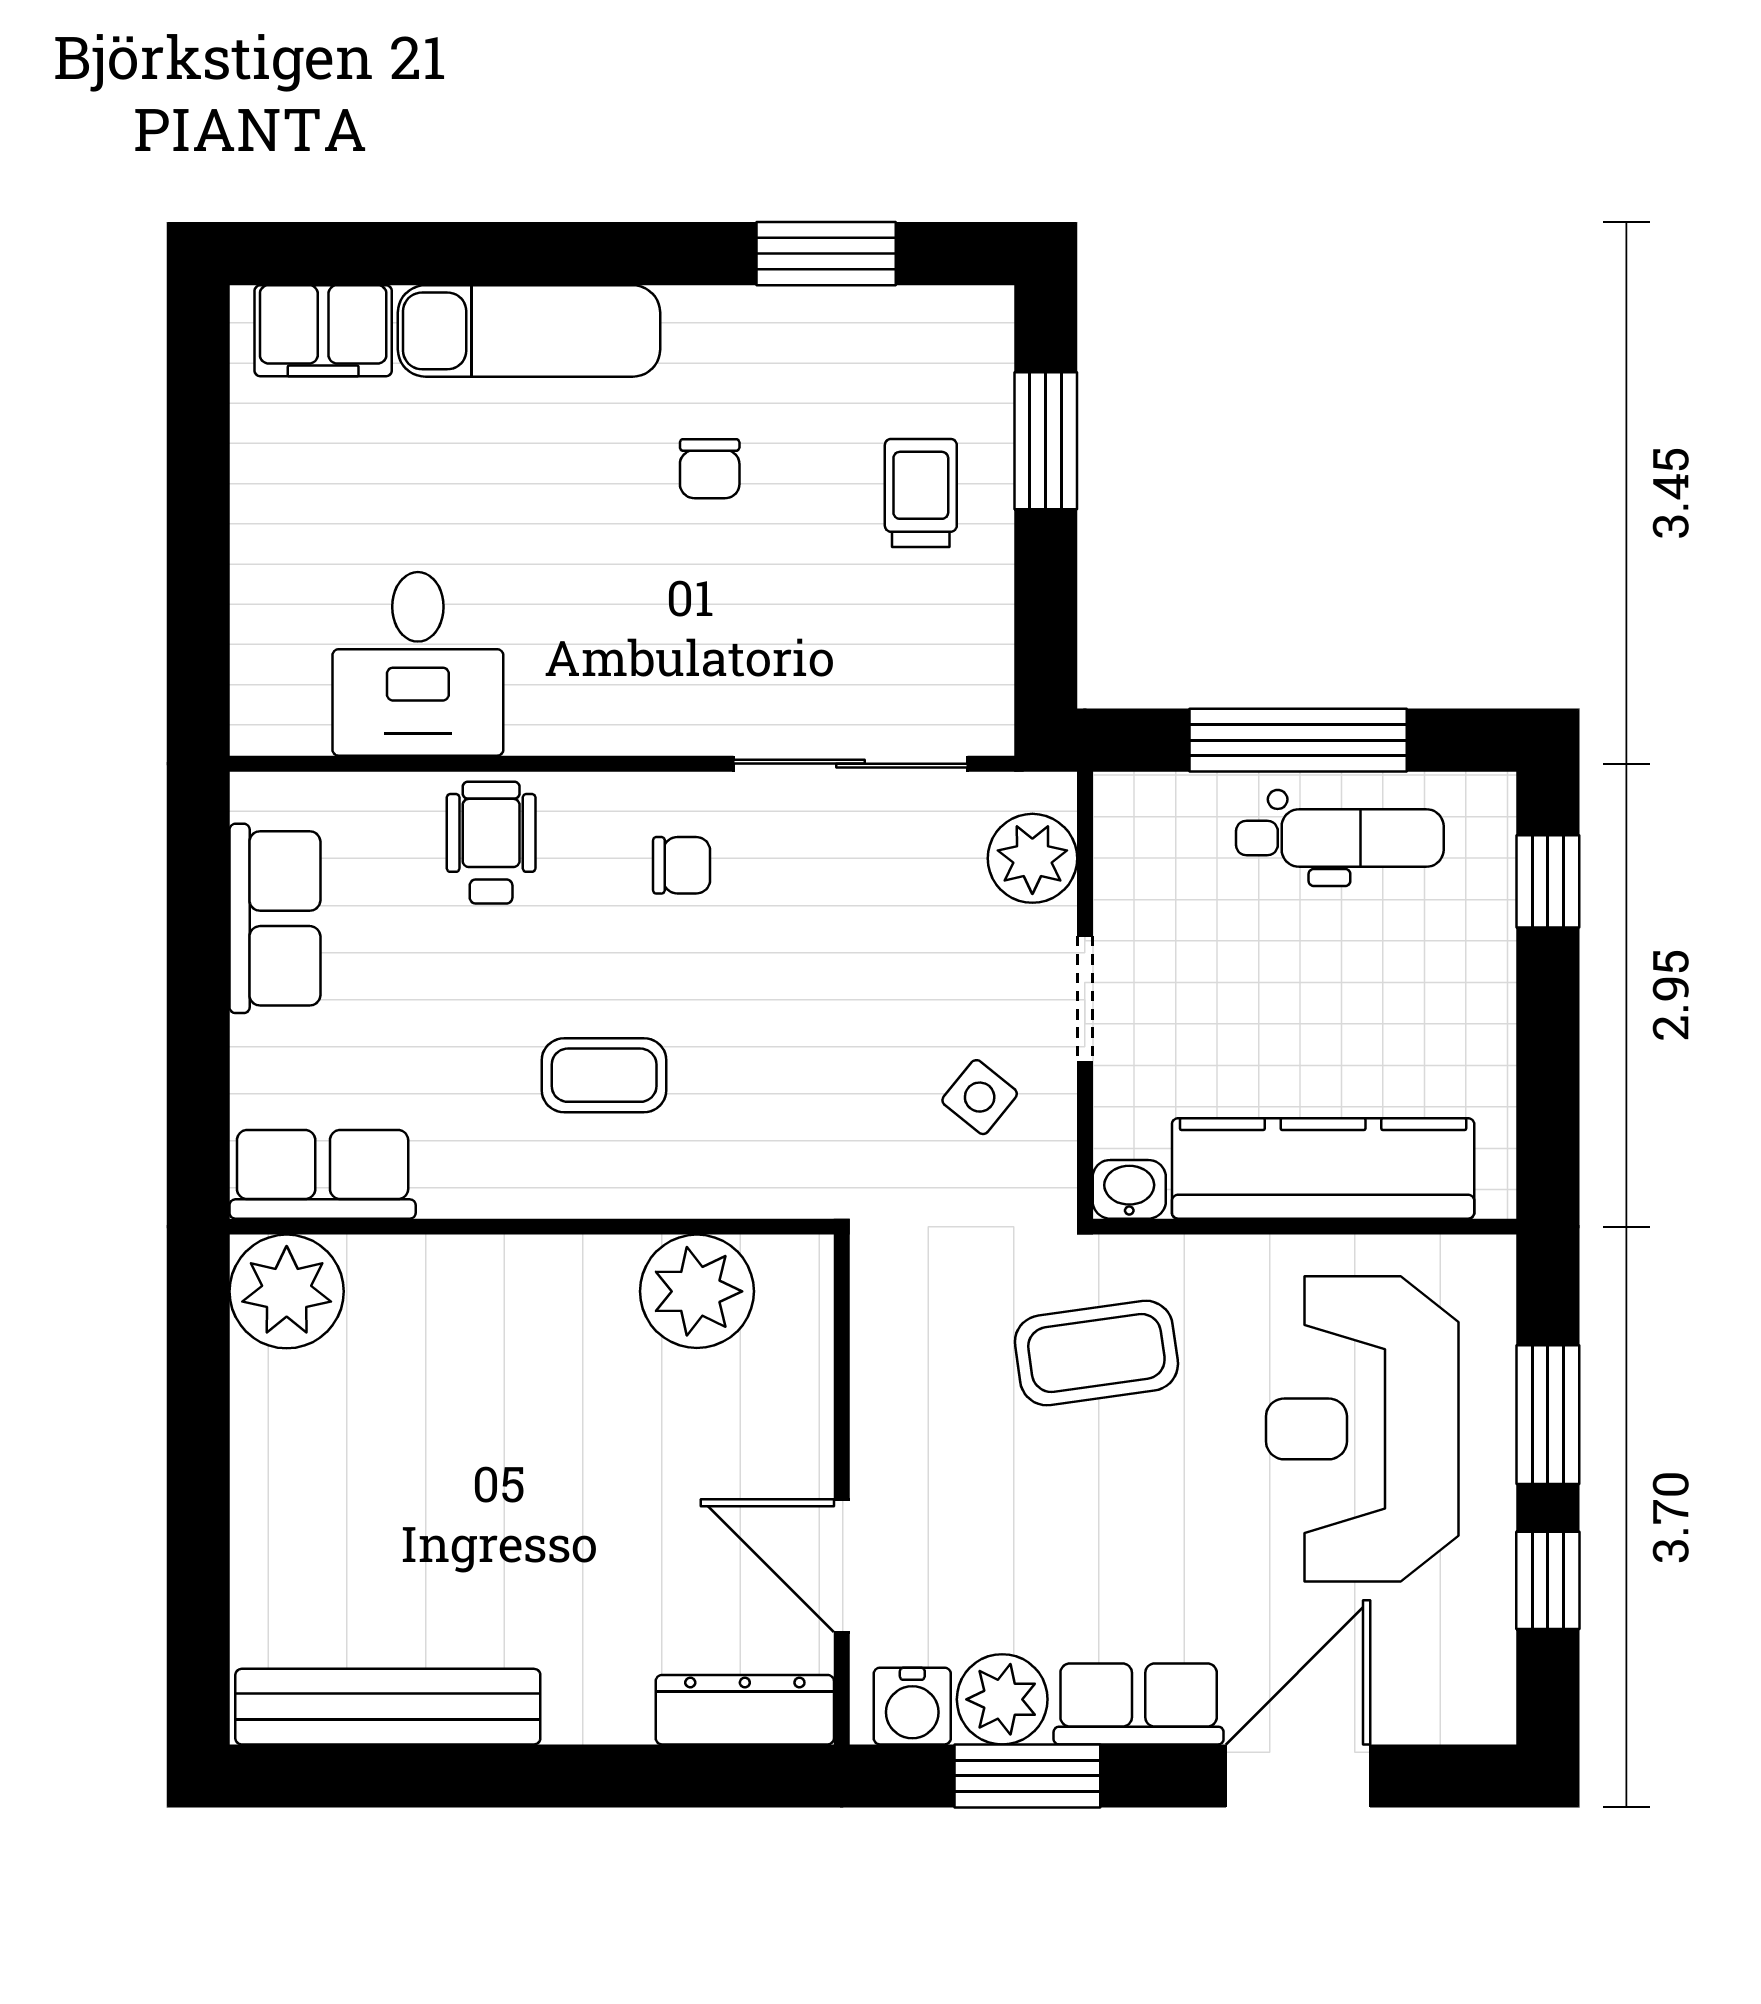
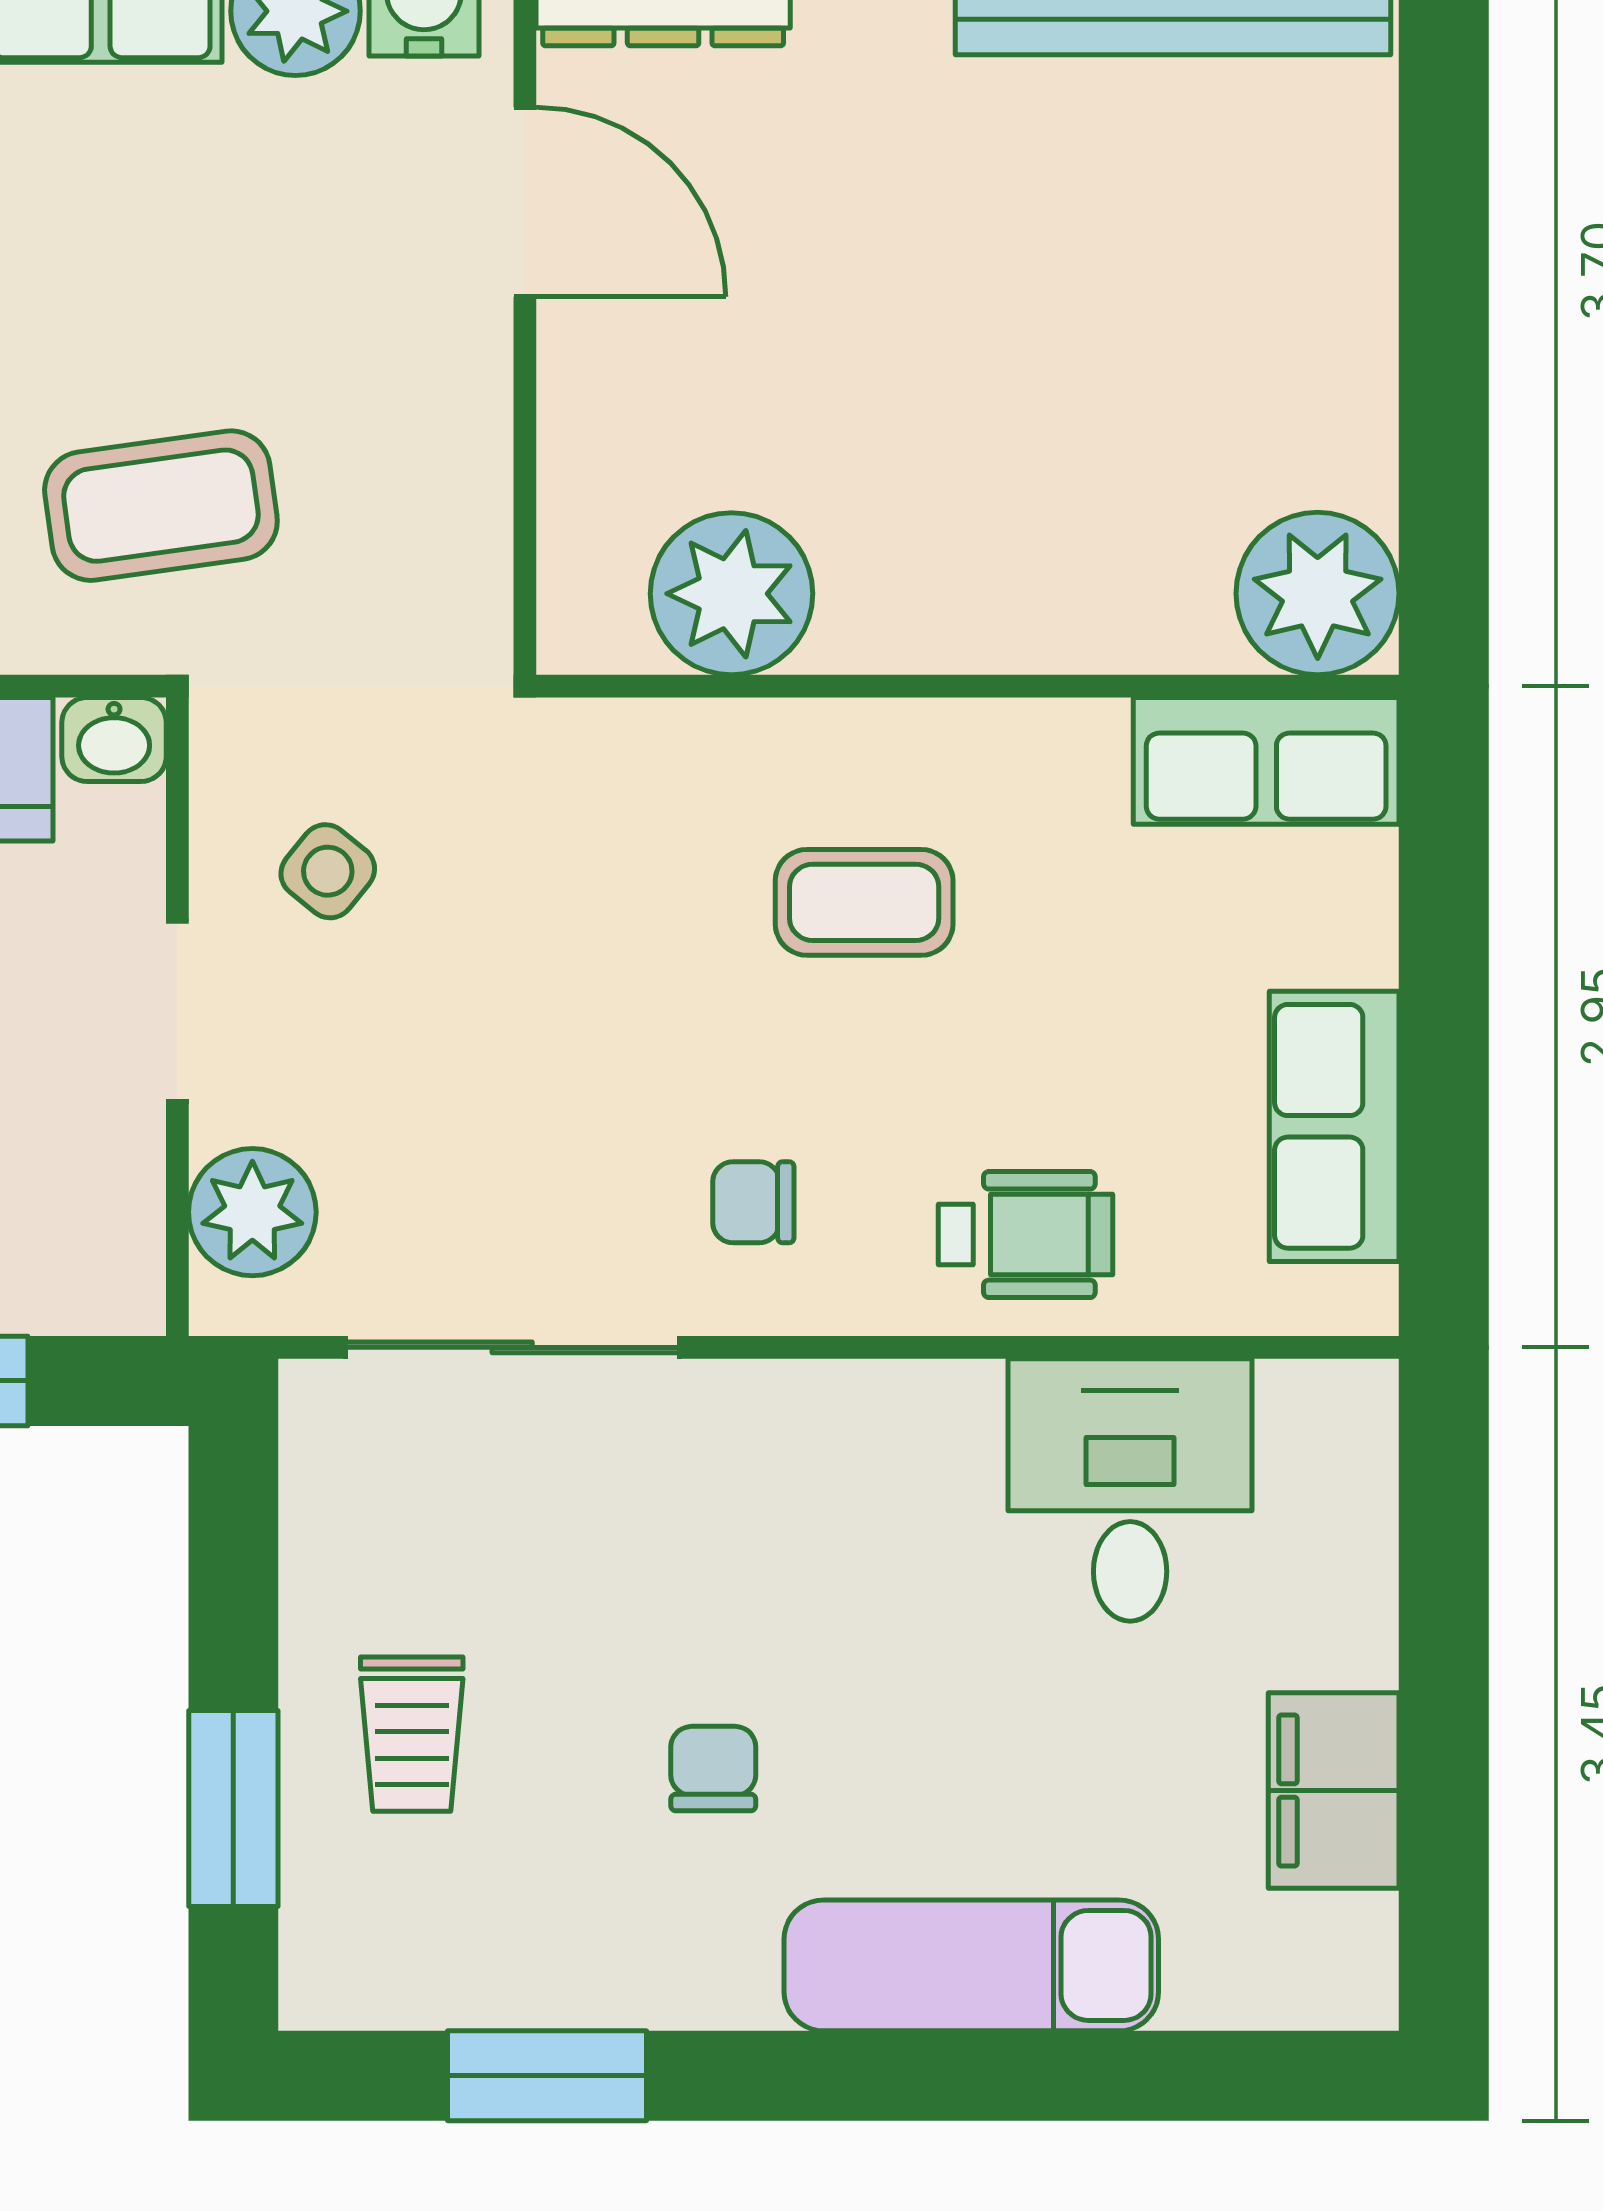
filing cabinet: (323, 331) -> (1334, 1790), moved, turned -90
wheelchair: (491, 843) -> (1025, 1235), turned -90

